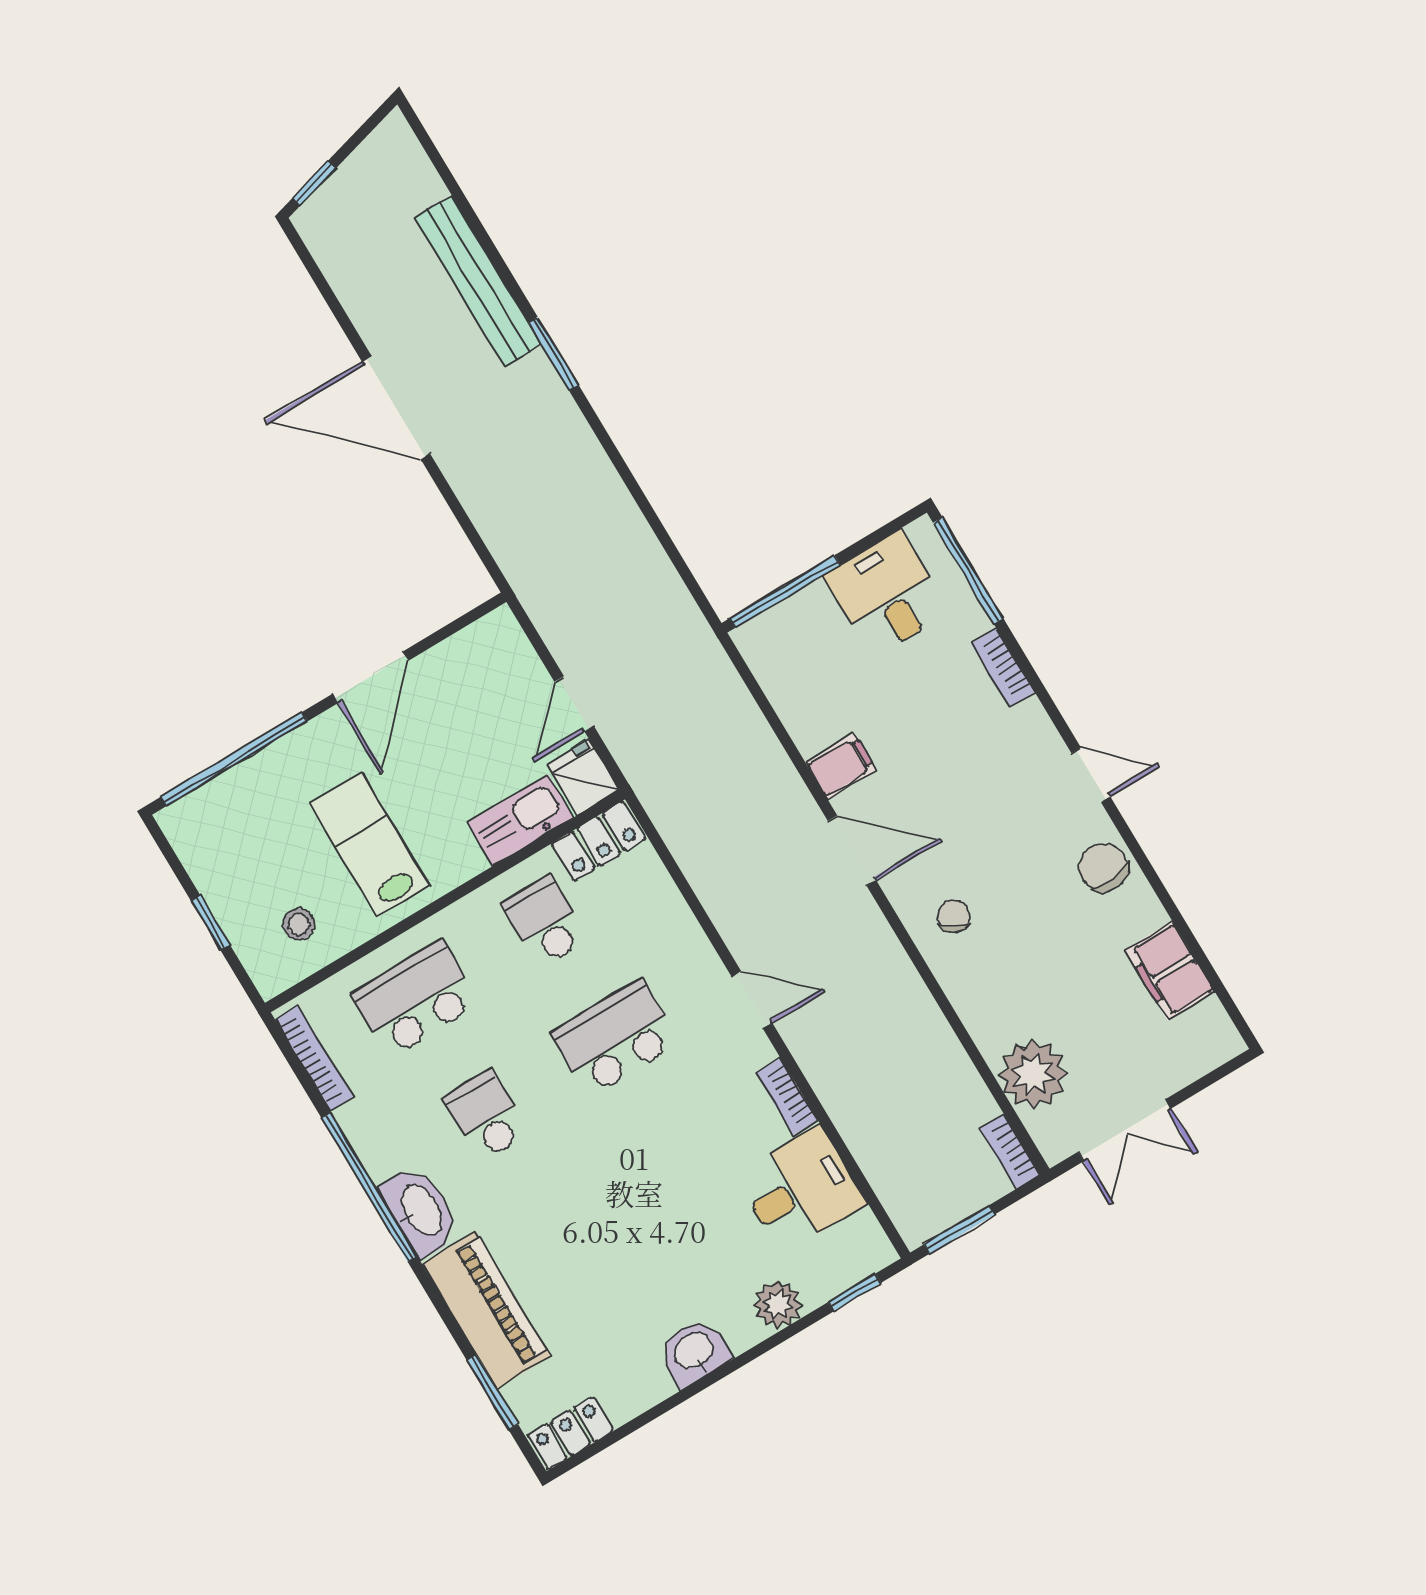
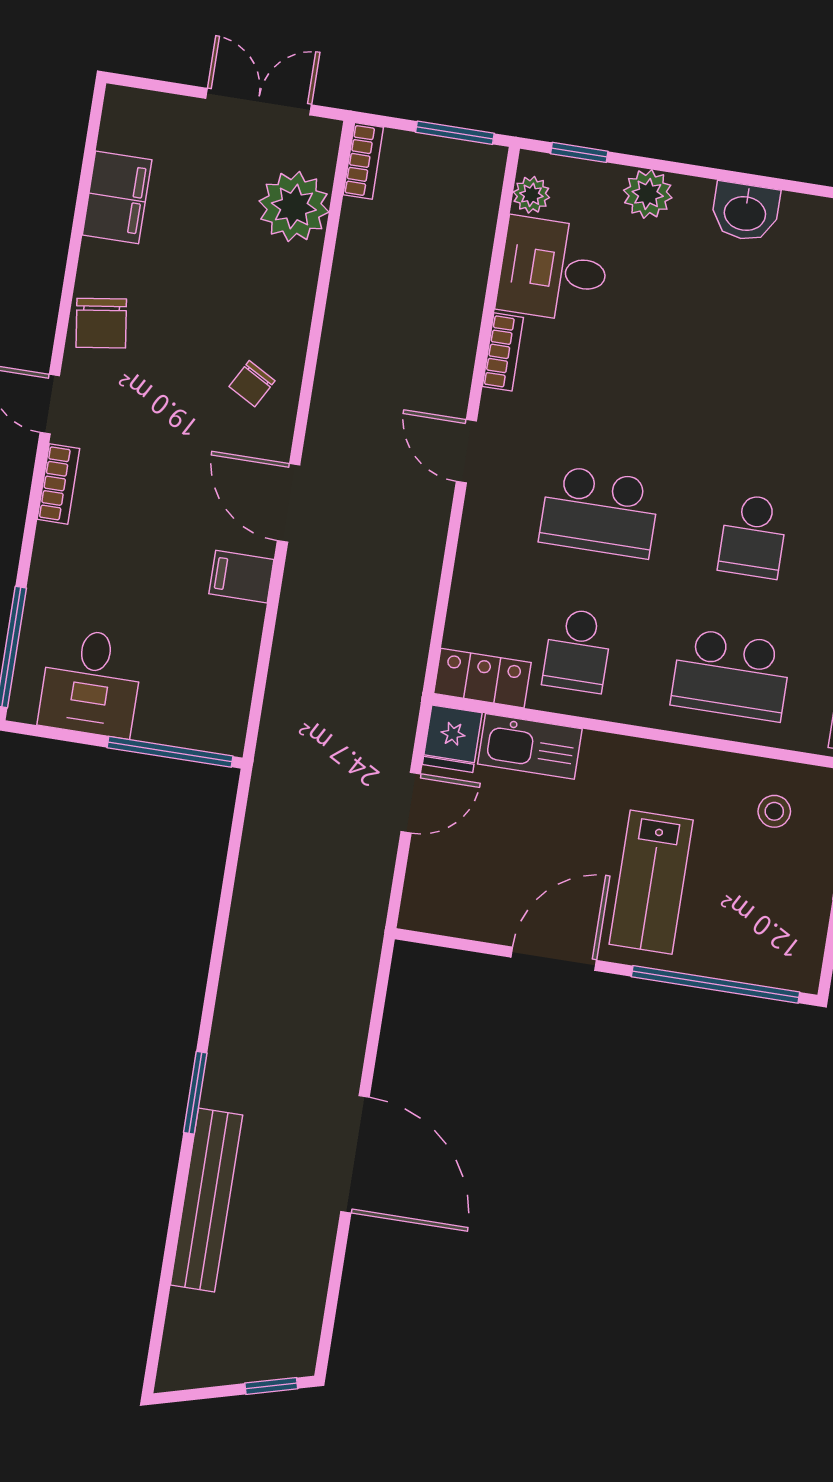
bookcase: (1003, 668) -> (58, 484), moved
lab bench: (370, 845) -> (651, 882), moved
plant: (864, 1231) -> (531, 195), added

